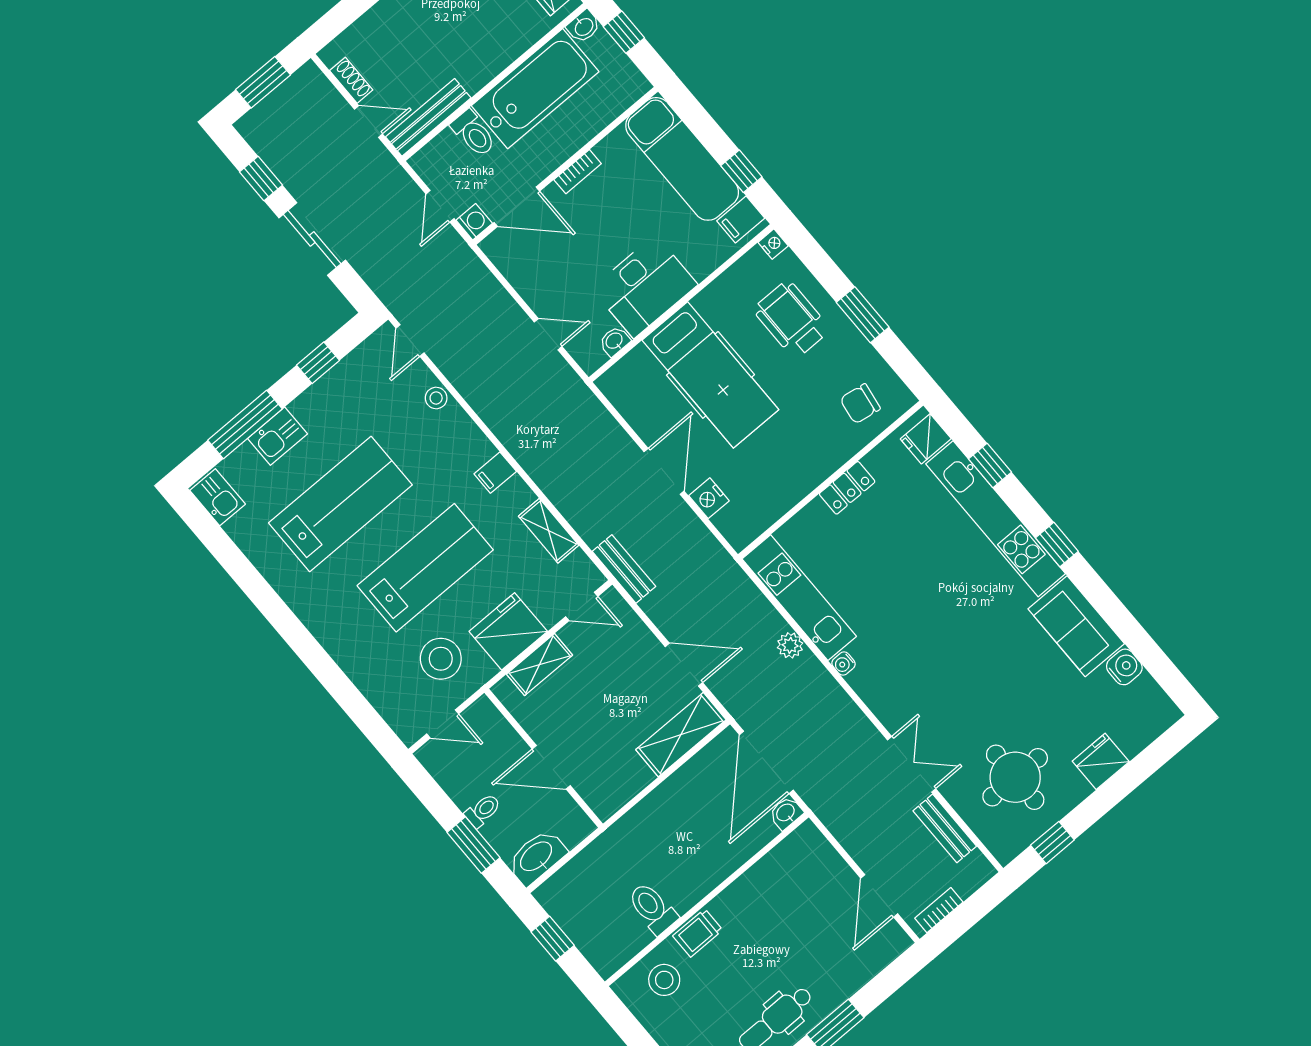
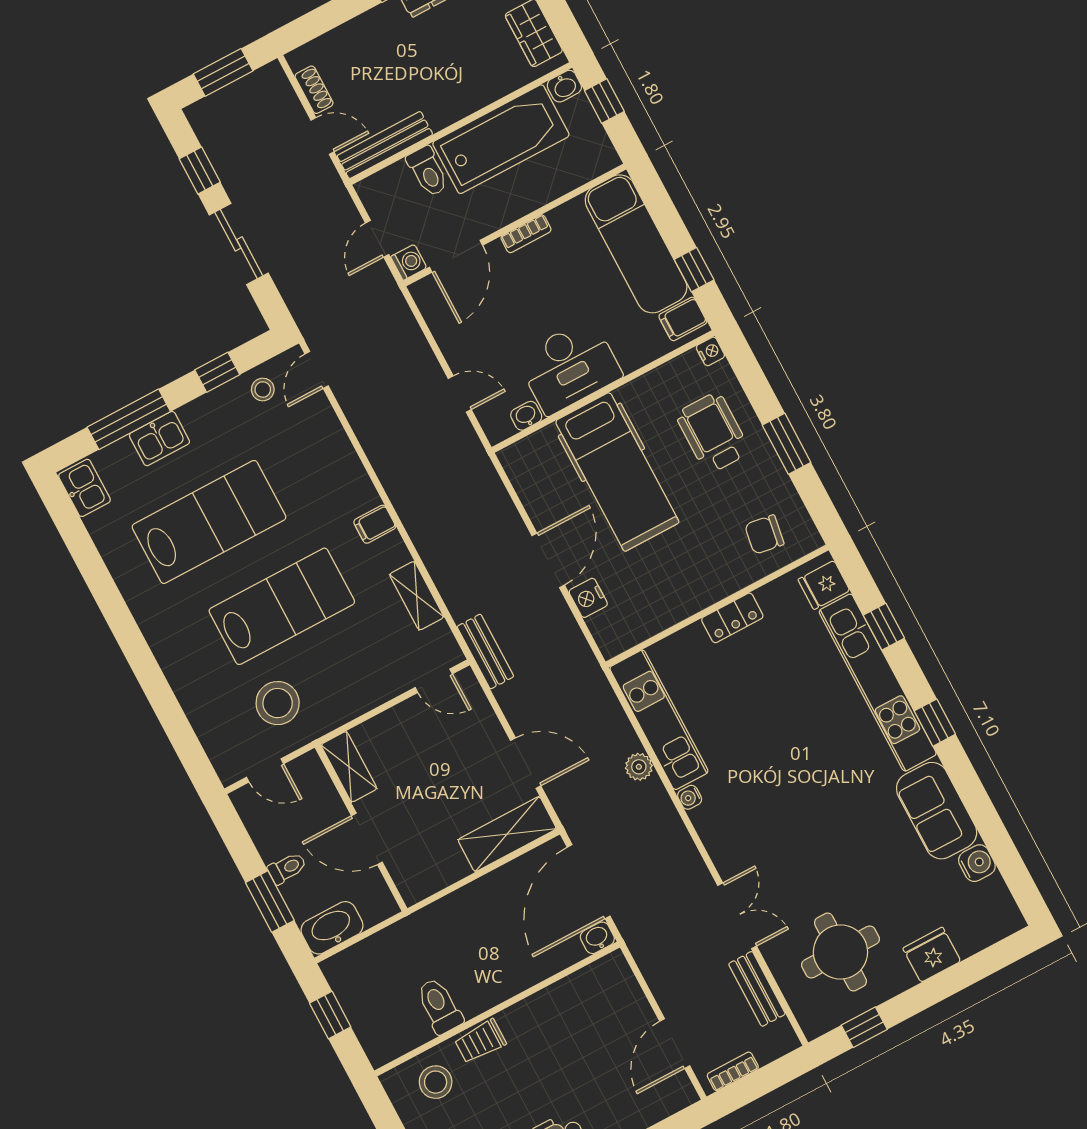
door: (517, 207) -> (456, 256), hinge flipped
stool: (436, 398) -> (263, 389), moved
fridge: (508, 631) -> (353, 690), removed
shelving: (540, 665) -> (349, 767), moved, turned 90

